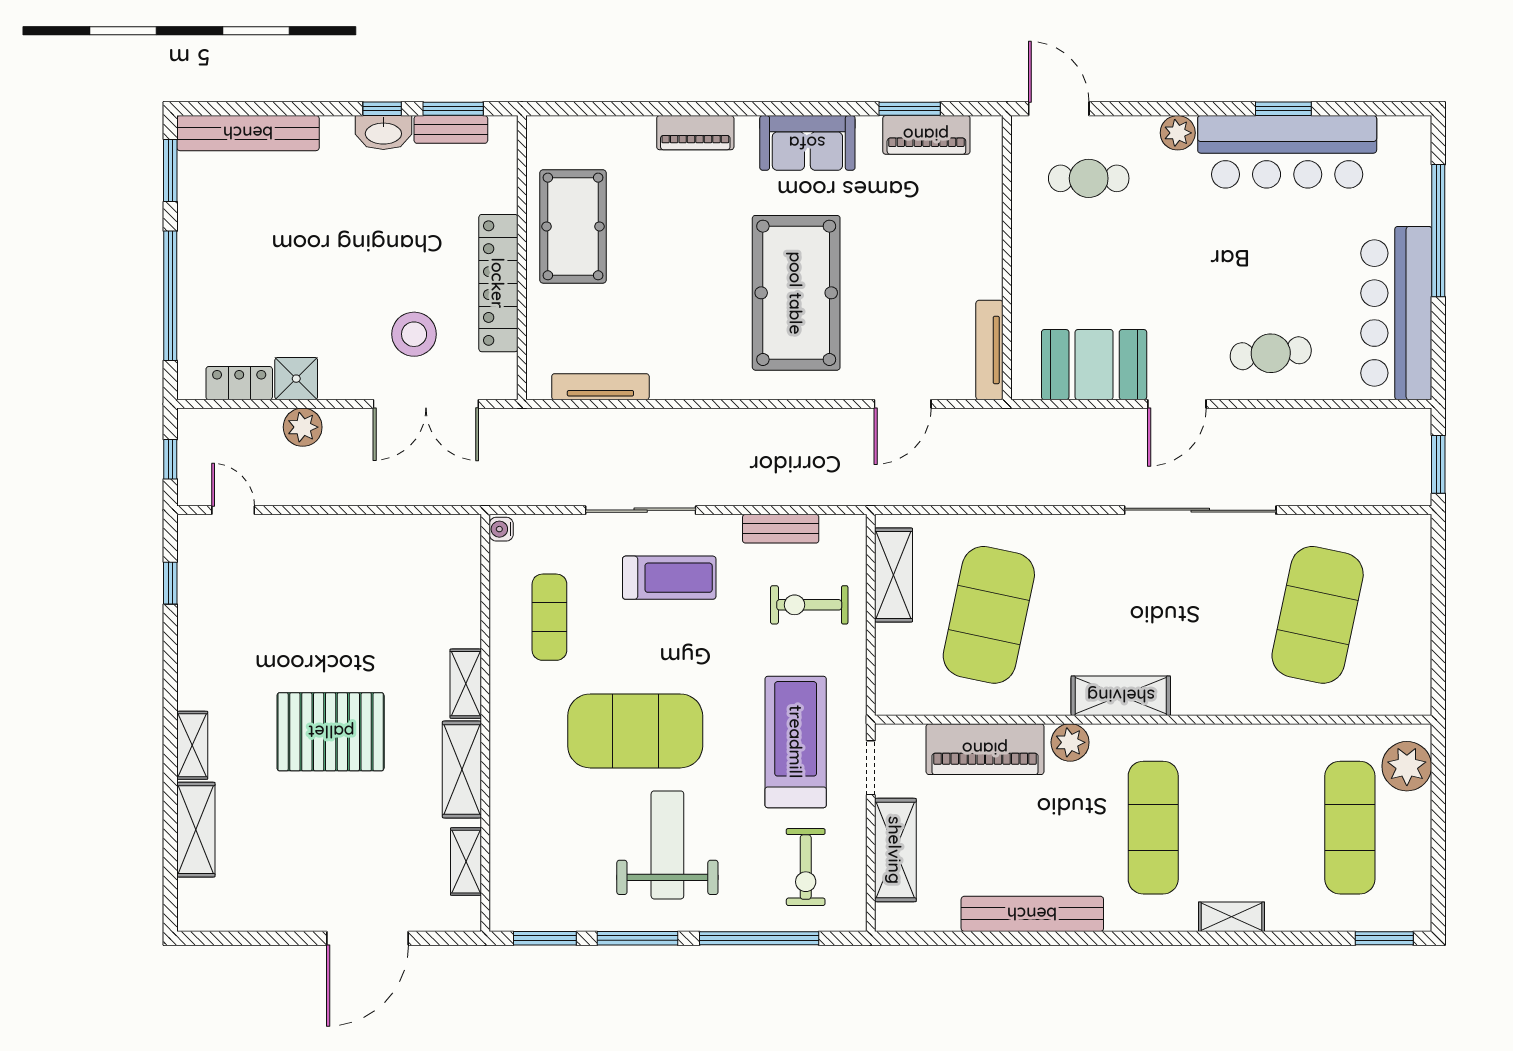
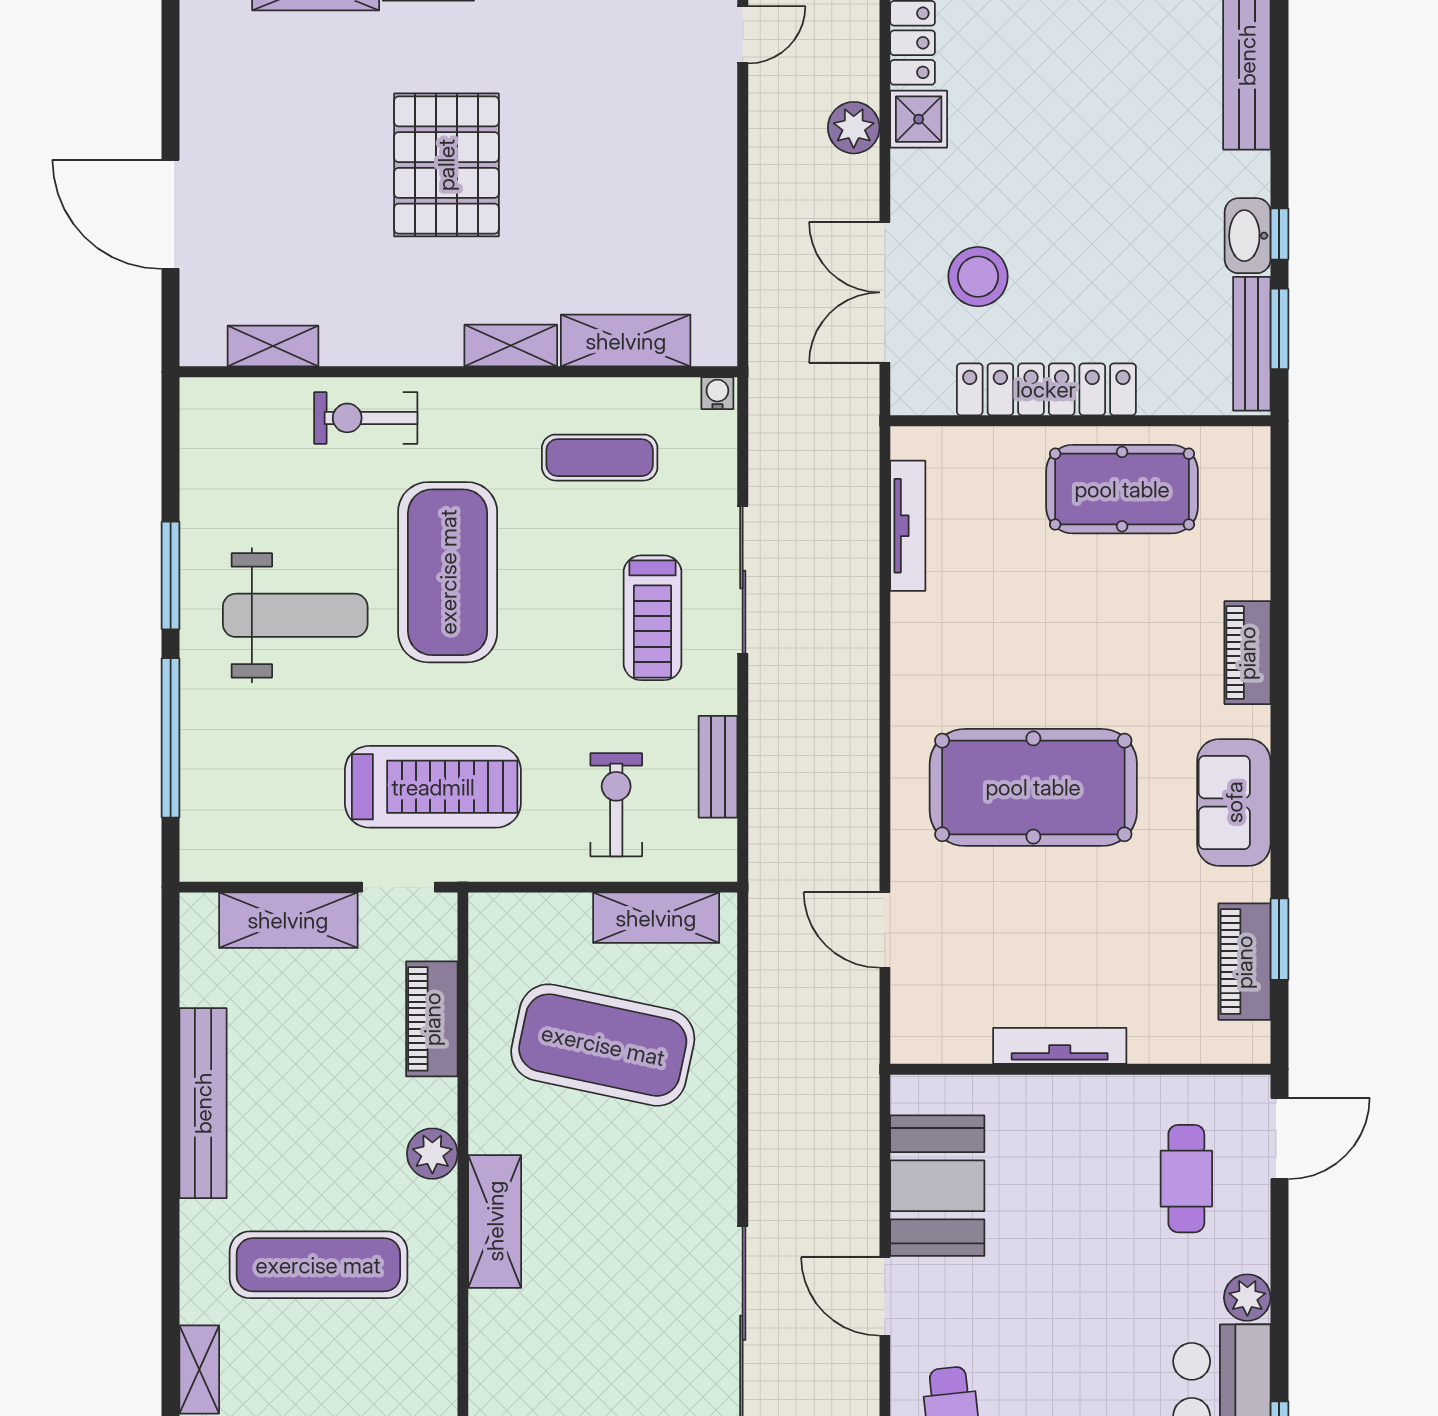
bench: (451, 129) -> (1252, 344), width x1.36
tv unit: (989, 350) -> (1060, 1046), moved
piano: (985, 749) -> (432, 1019), width x0.73, depth x0.75
shelving: (462, 770) -> (626, 341), moved
exercise bike: (806, 867) -> (366, 418), moved
window: (545, 938) -> (171, 452), removed

